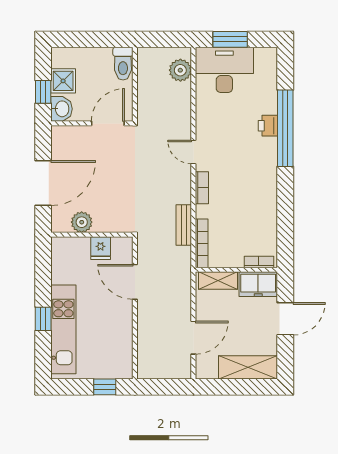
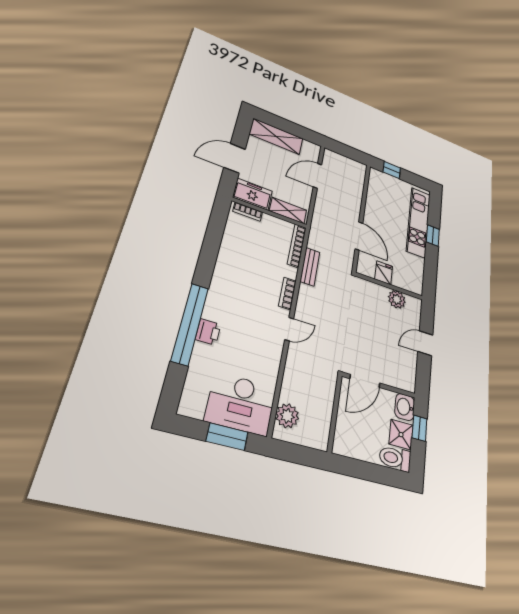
toilet: (123, 64) -> (395, 458), moved, turned -90
door: (193, 152) -> (289, 329), hinge flipped
door: (43, 183) -> (425, 343), width x0.53

